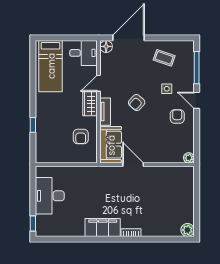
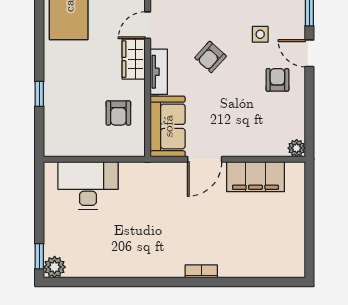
door: (133, 165) -> (205, 159), swing flipped
desk: (50, 196) -> (88, 185), moved, turned 90
filing cabinet: (103, 227) -> (256, 177), moved, turned 180
plant: (188, 230) -> (55, 267), moved

